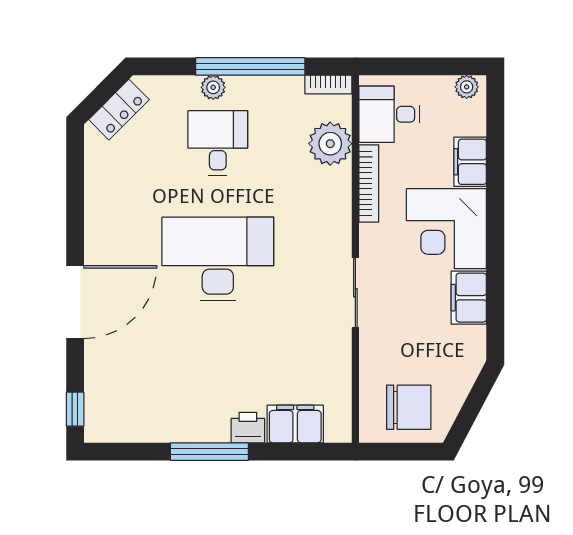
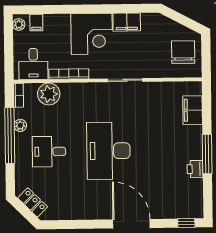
plant: (213, 87) -> (20, 125), moved
filing cabinet: (470, 162) -> (36, 22), moved, width x0.50
printer: (248, 428) -> (195, 169), moved

